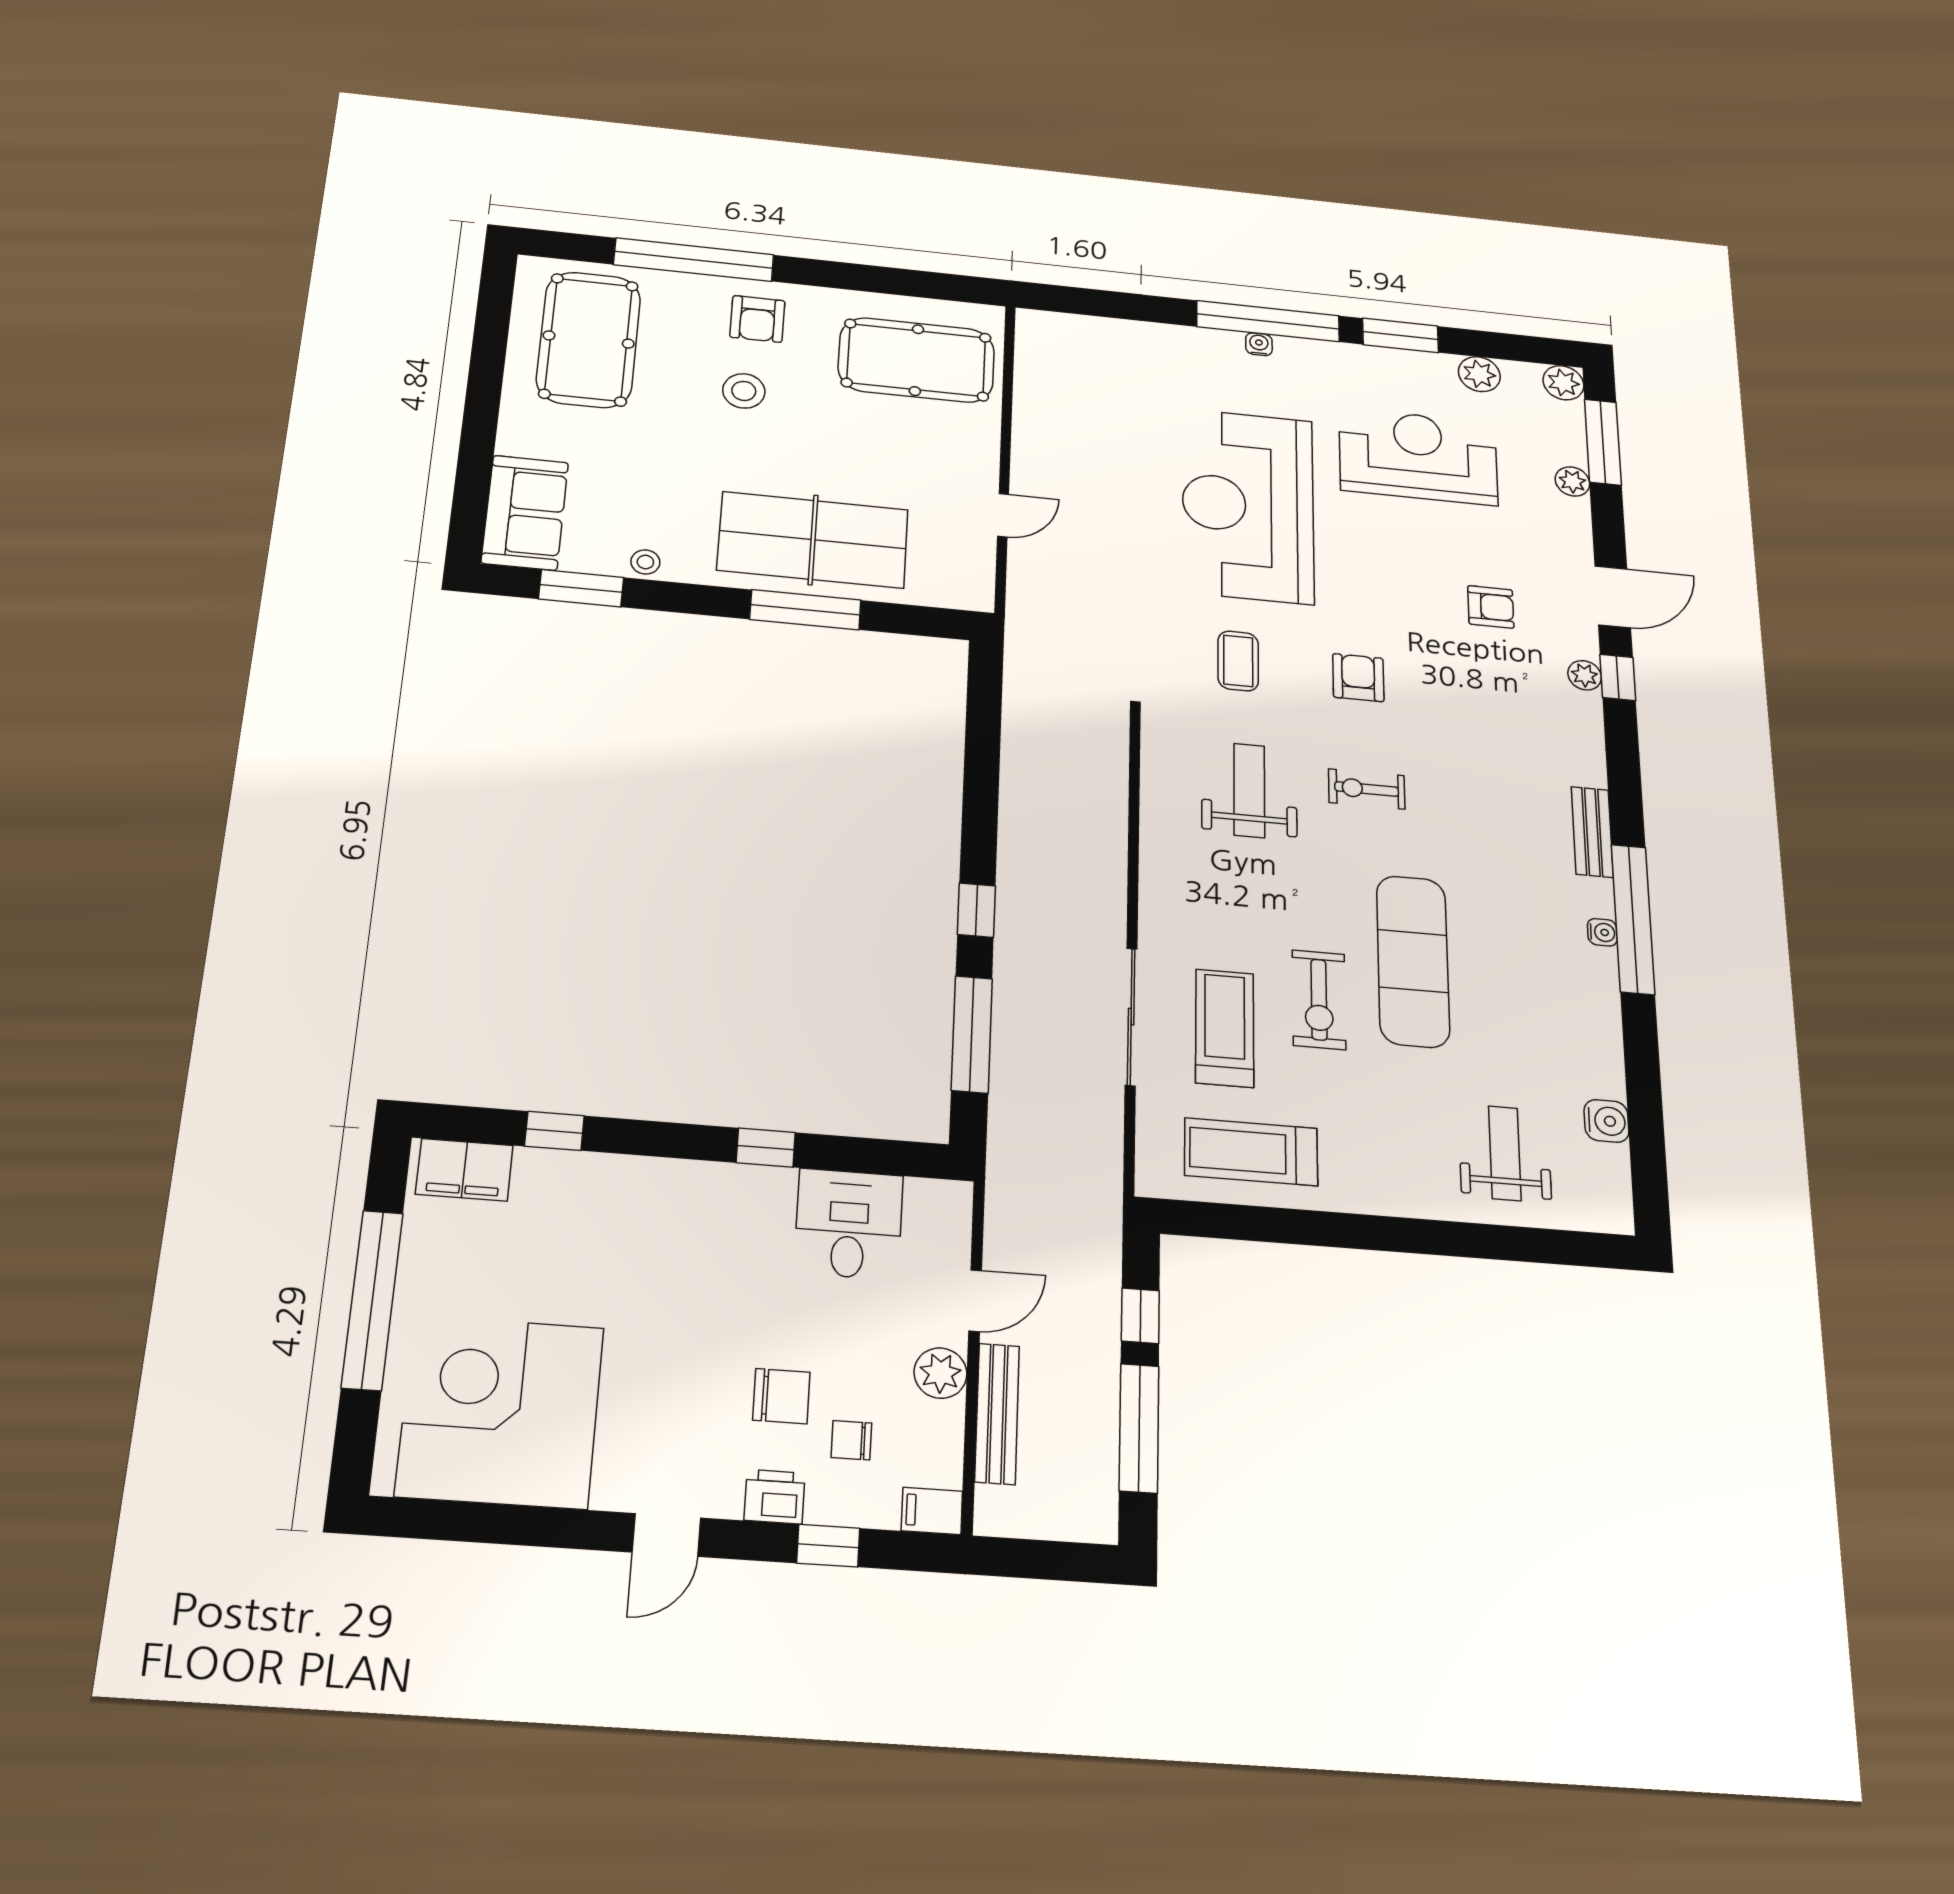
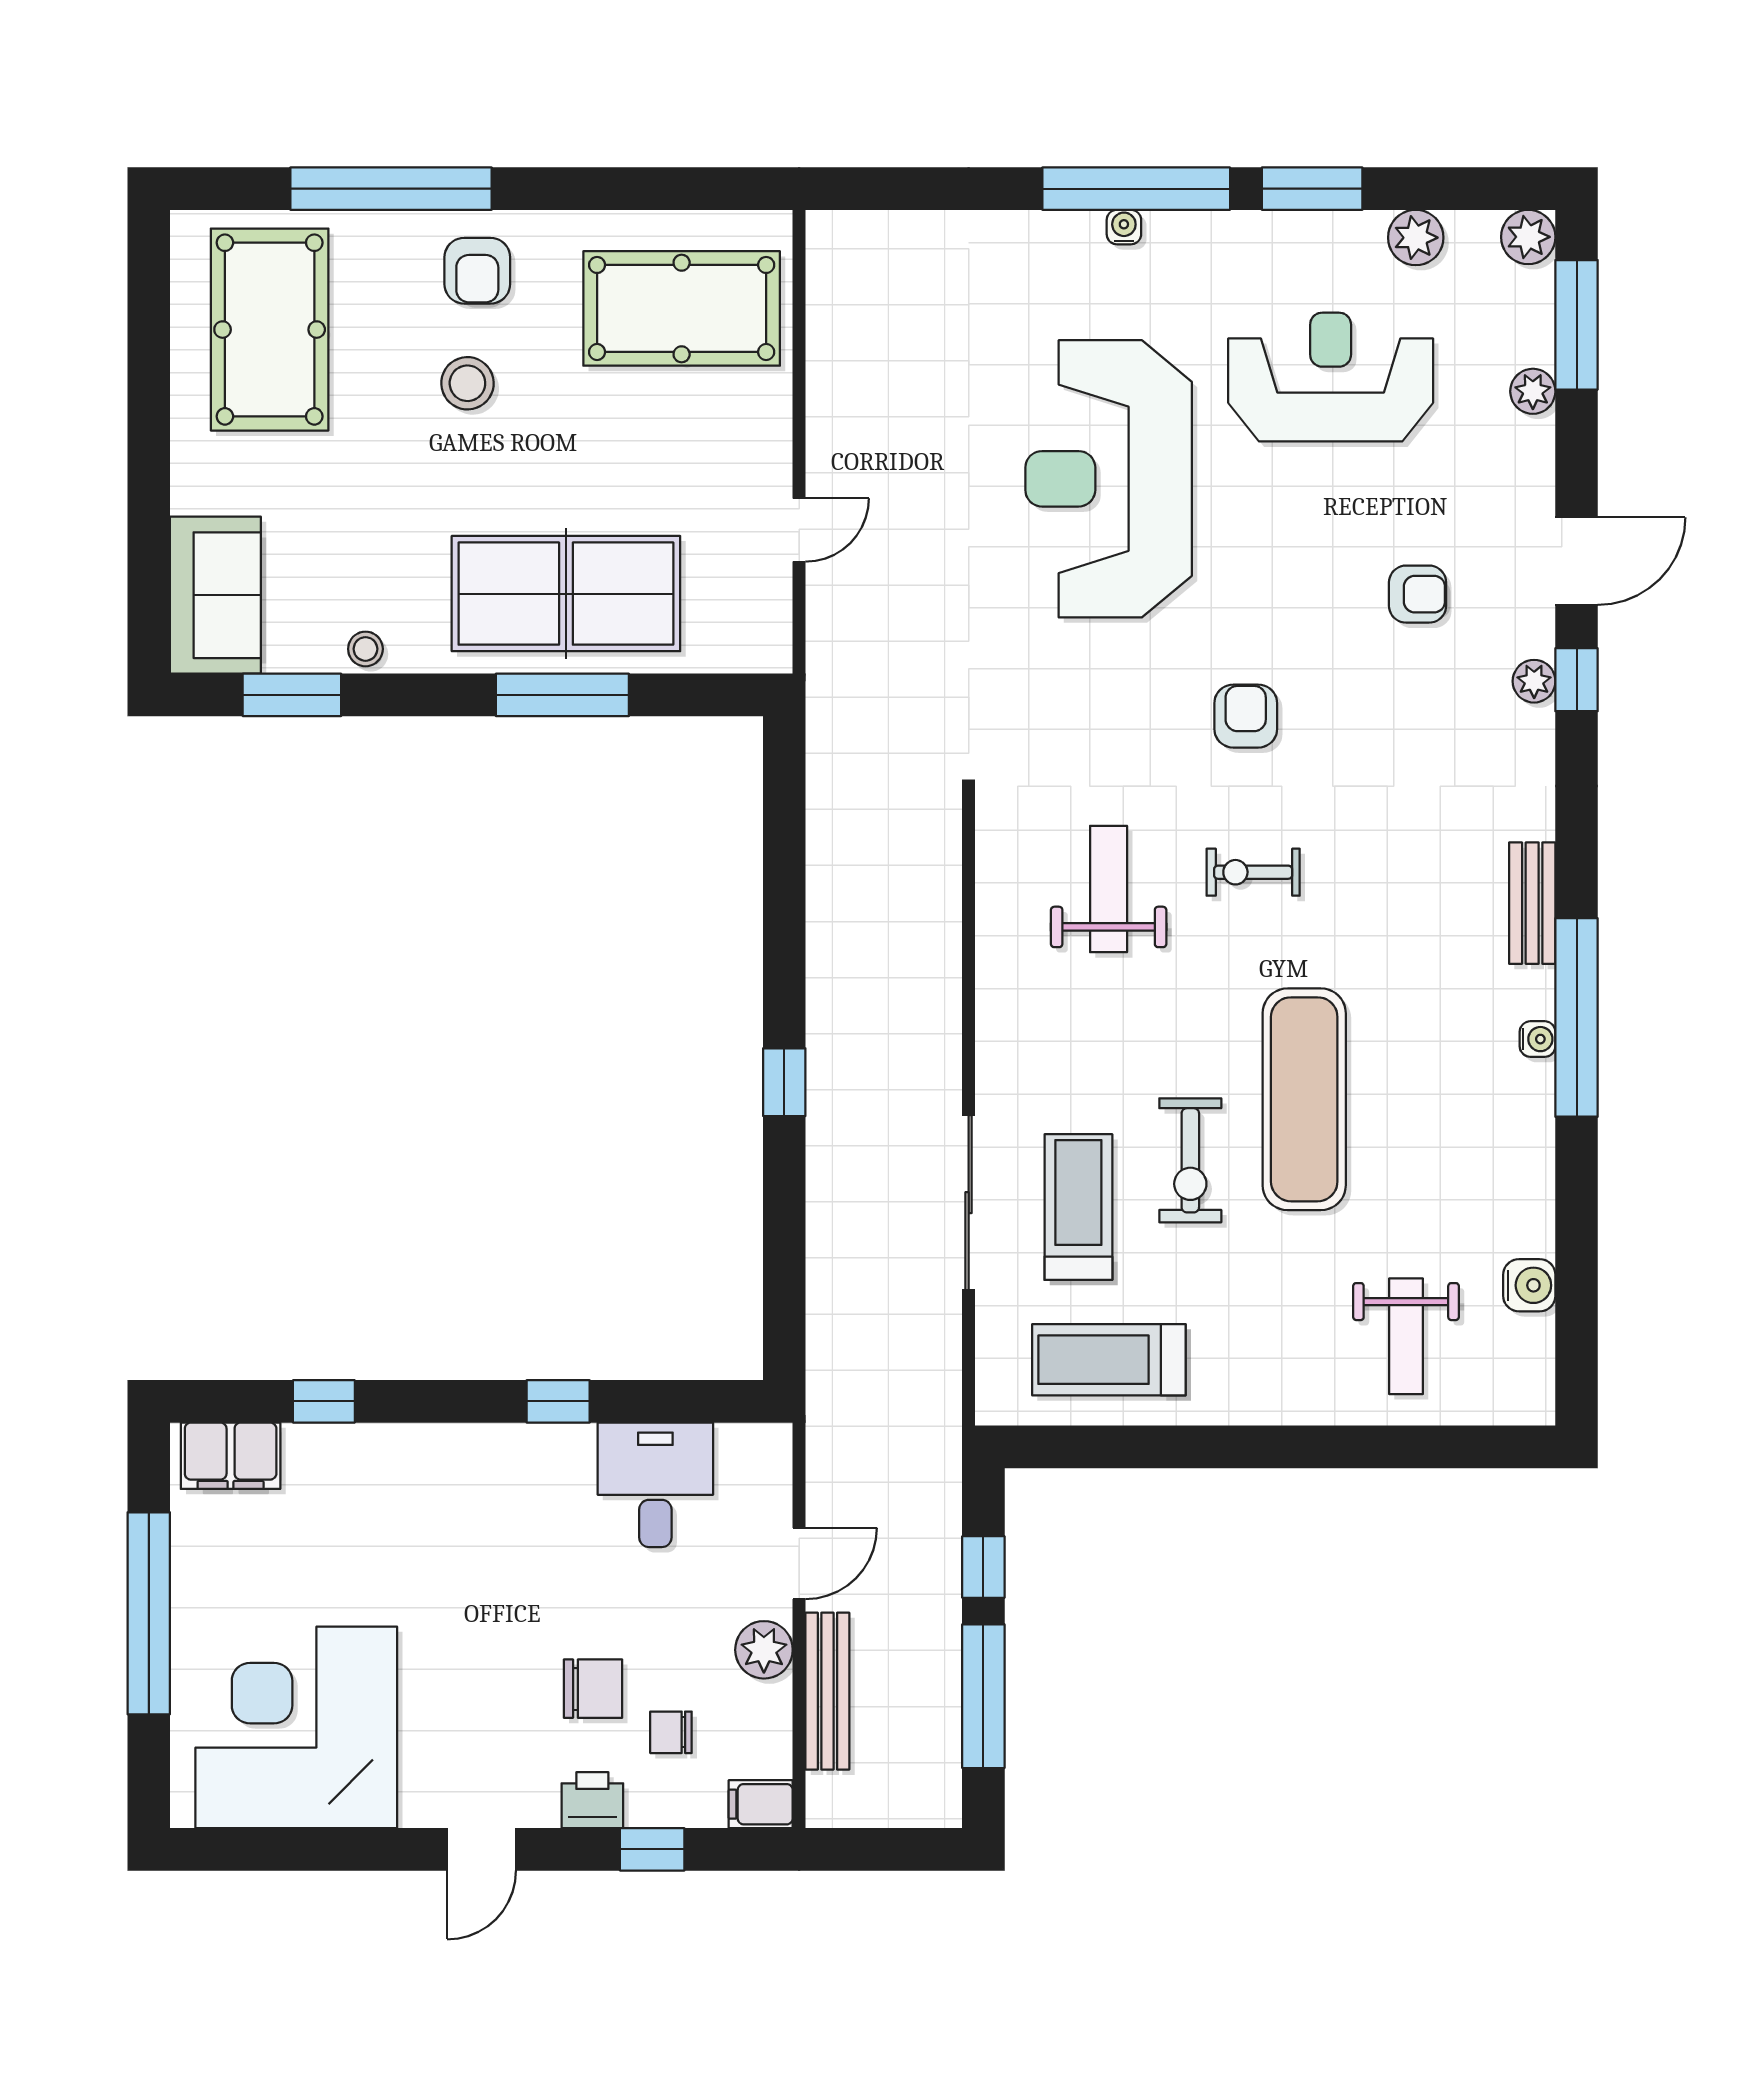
coffee table: (1238, 661) -> (1095, 709), removed
window: (972, 1034) -> (784, 1242), removed
weight bench: (1505, 1153) -> (1406, 1336), turned 180

